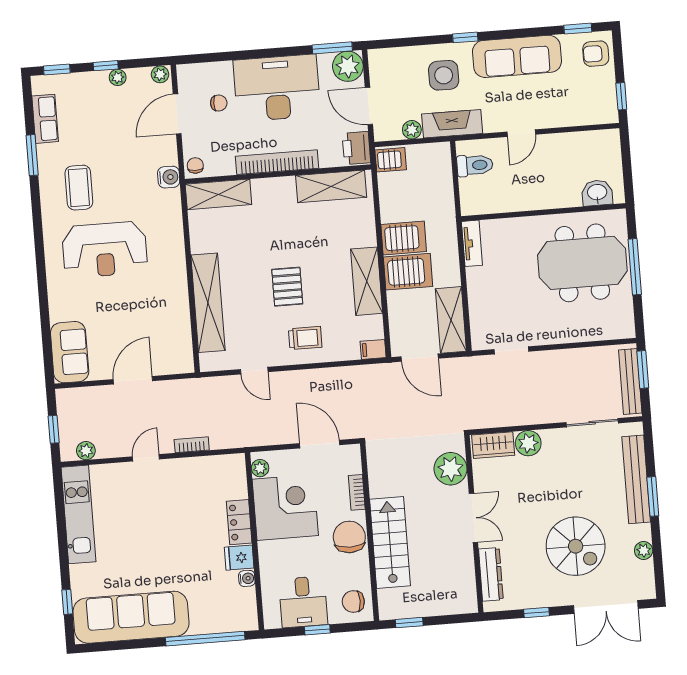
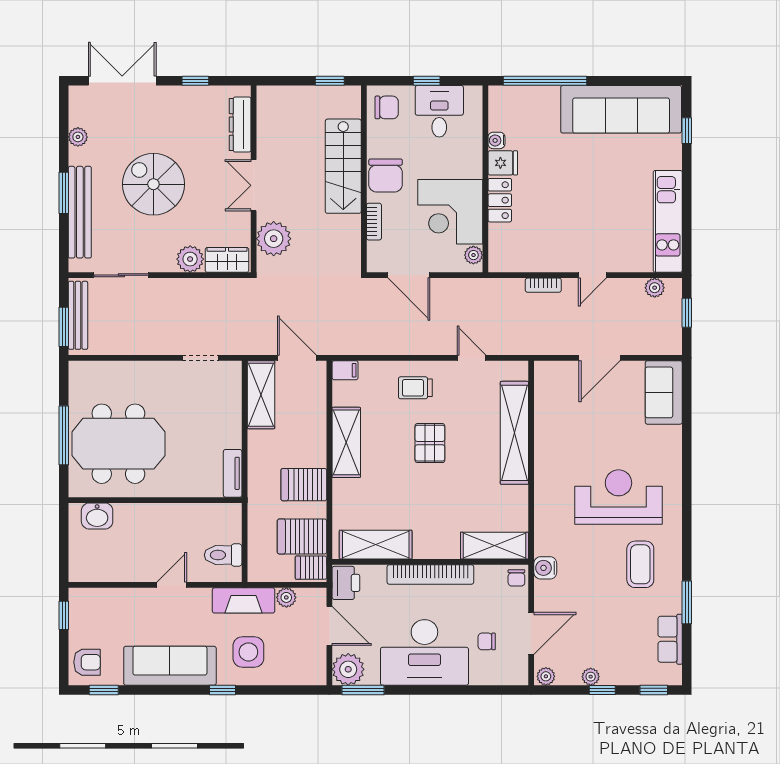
server rack: (408, 272) -> (302, 536), moved
spiral stairs: (576, 546) -> (153, 184), moved

